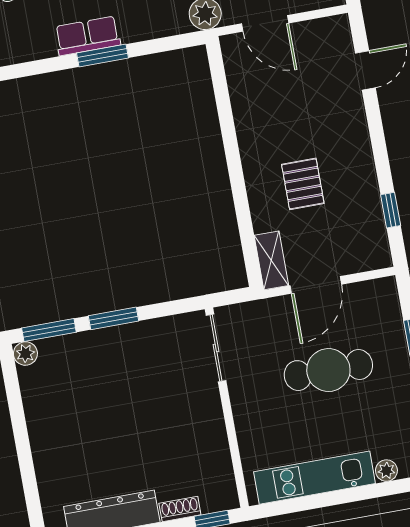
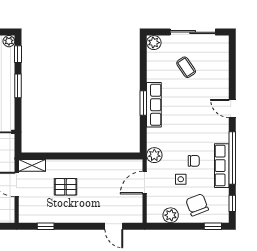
row of seats: (87, 36) -> (154, 105), width x1.48
window: (49, 330) -> (18, 54), width x0.67

